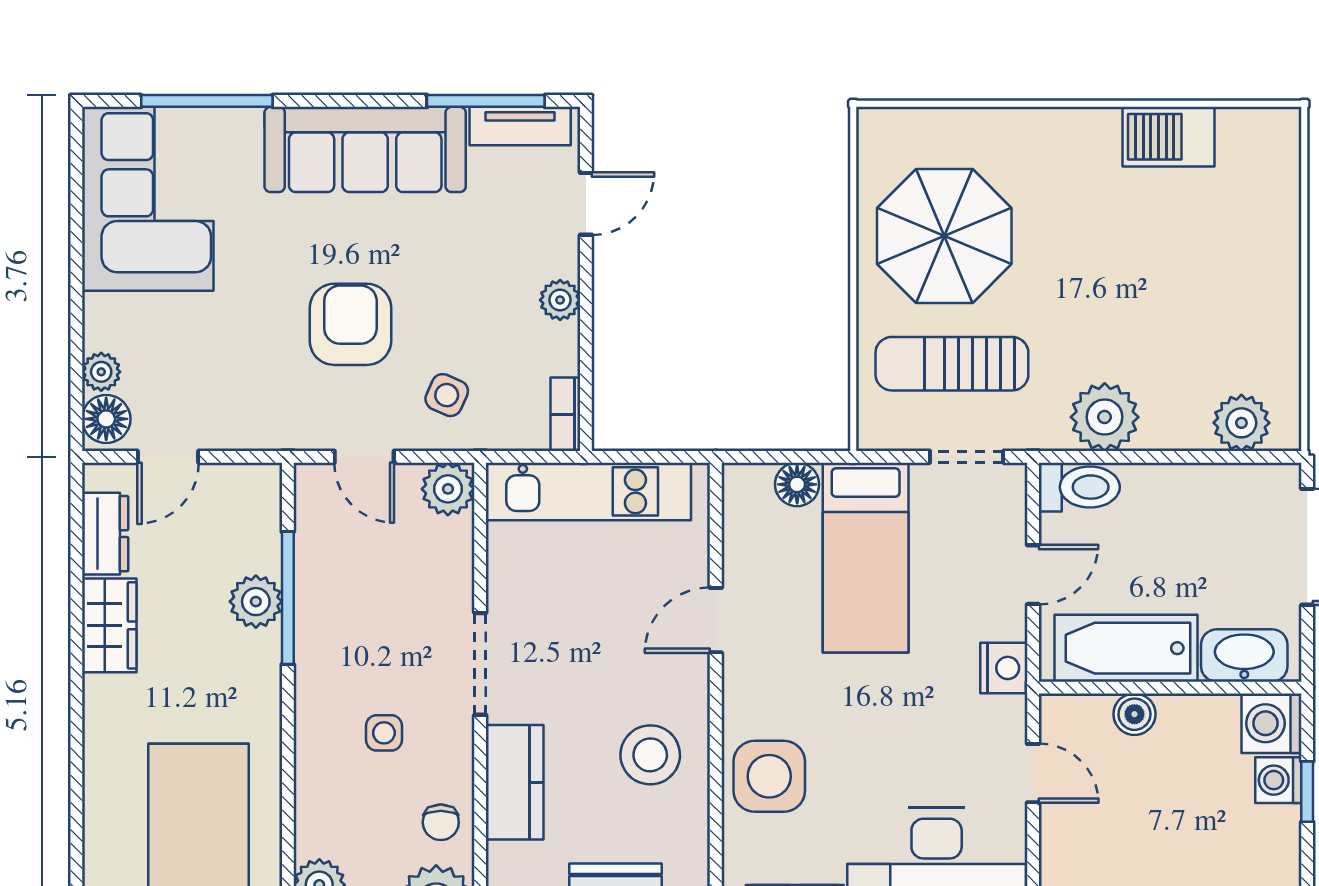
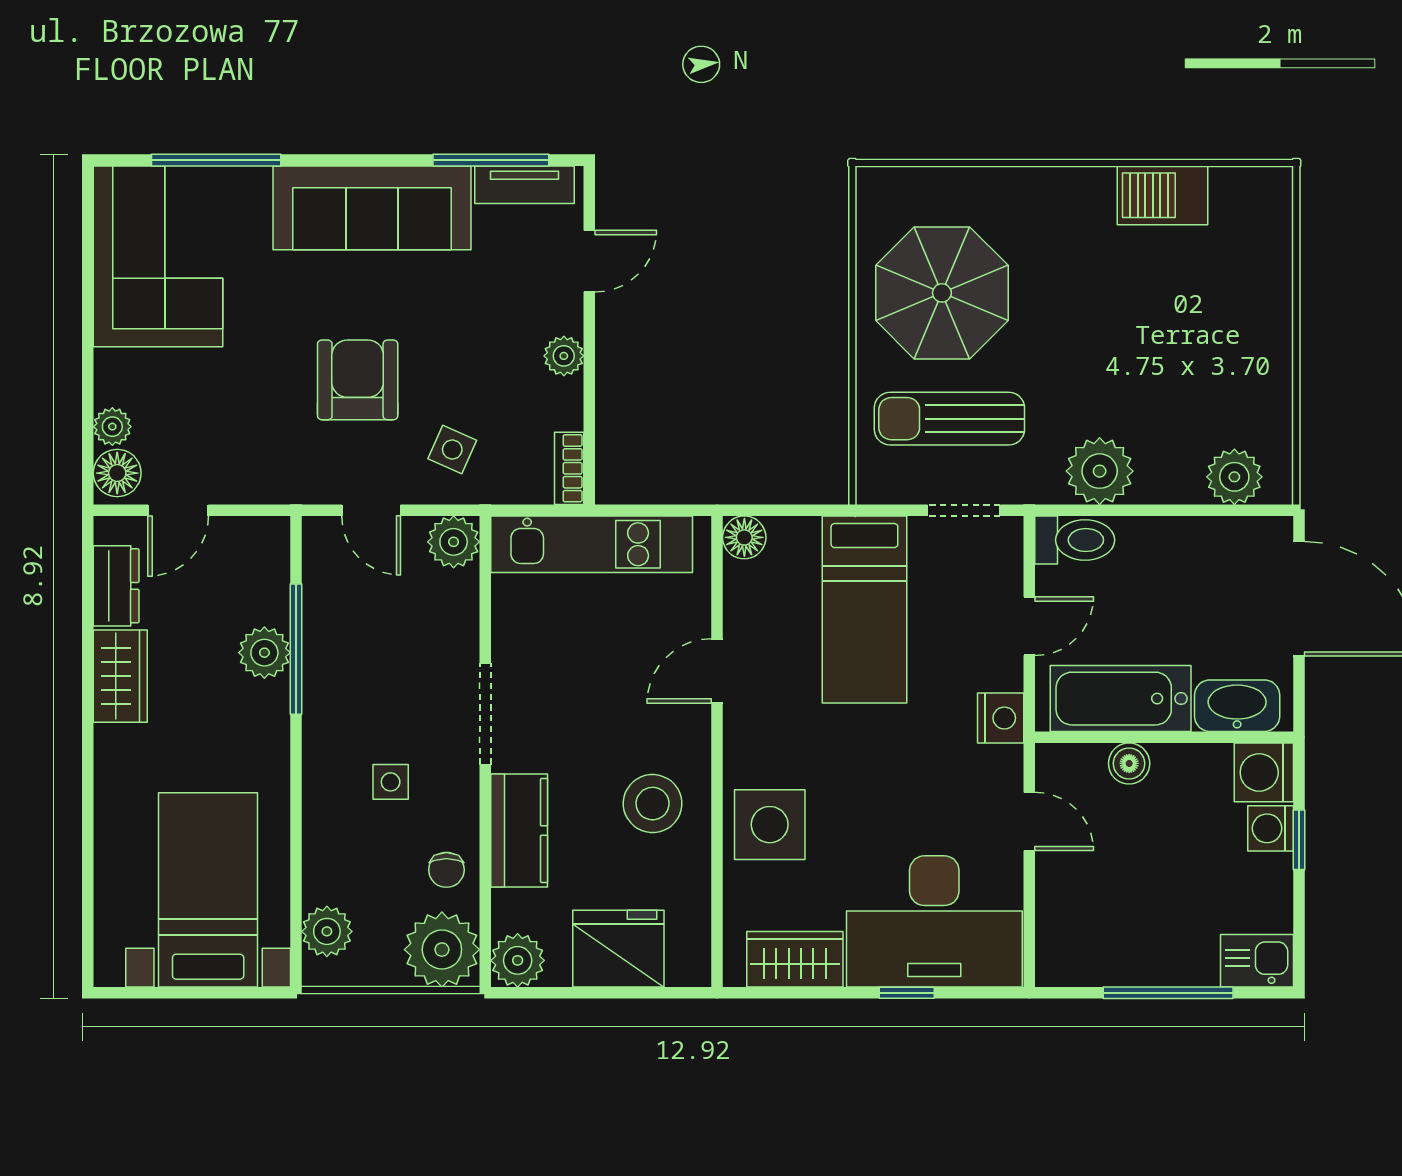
floor lamp: (797, 484) -> (744, 537), moved

